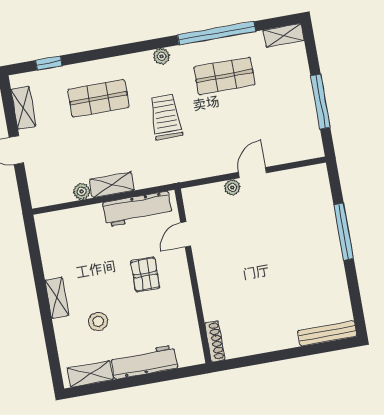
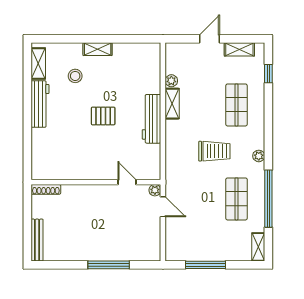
door: (186, 234) -> (127, 182), moved
wall: (193, 276) -> (96, 182), moved
shoe rack: (215, 341) -> (46, 189), moved

